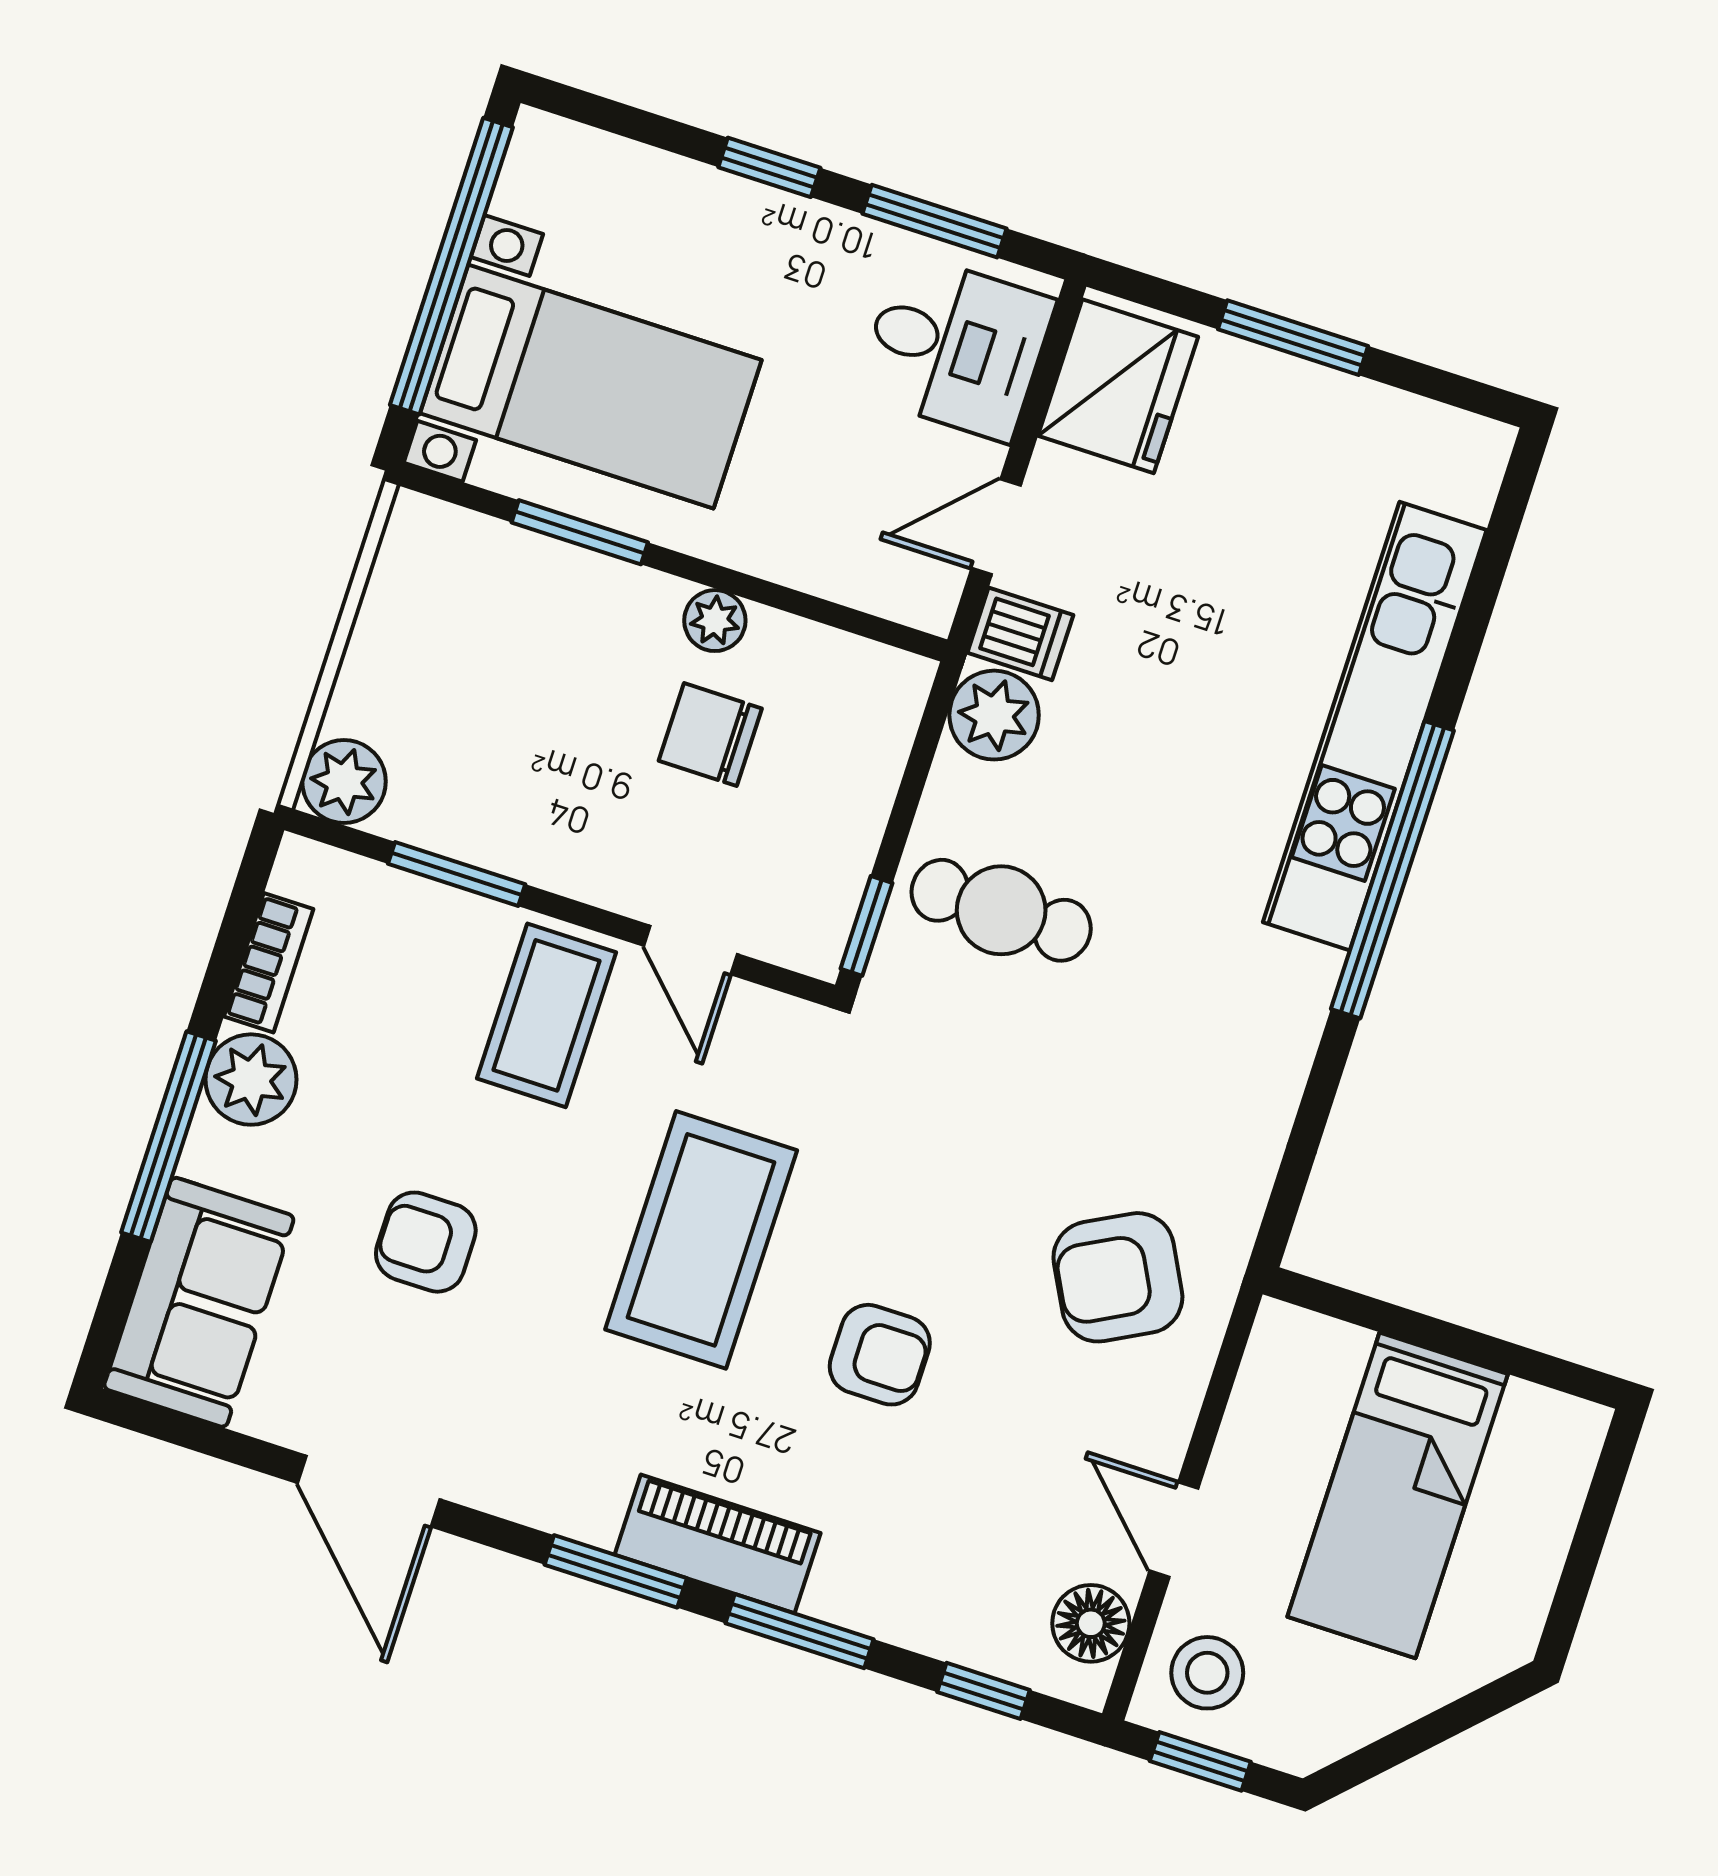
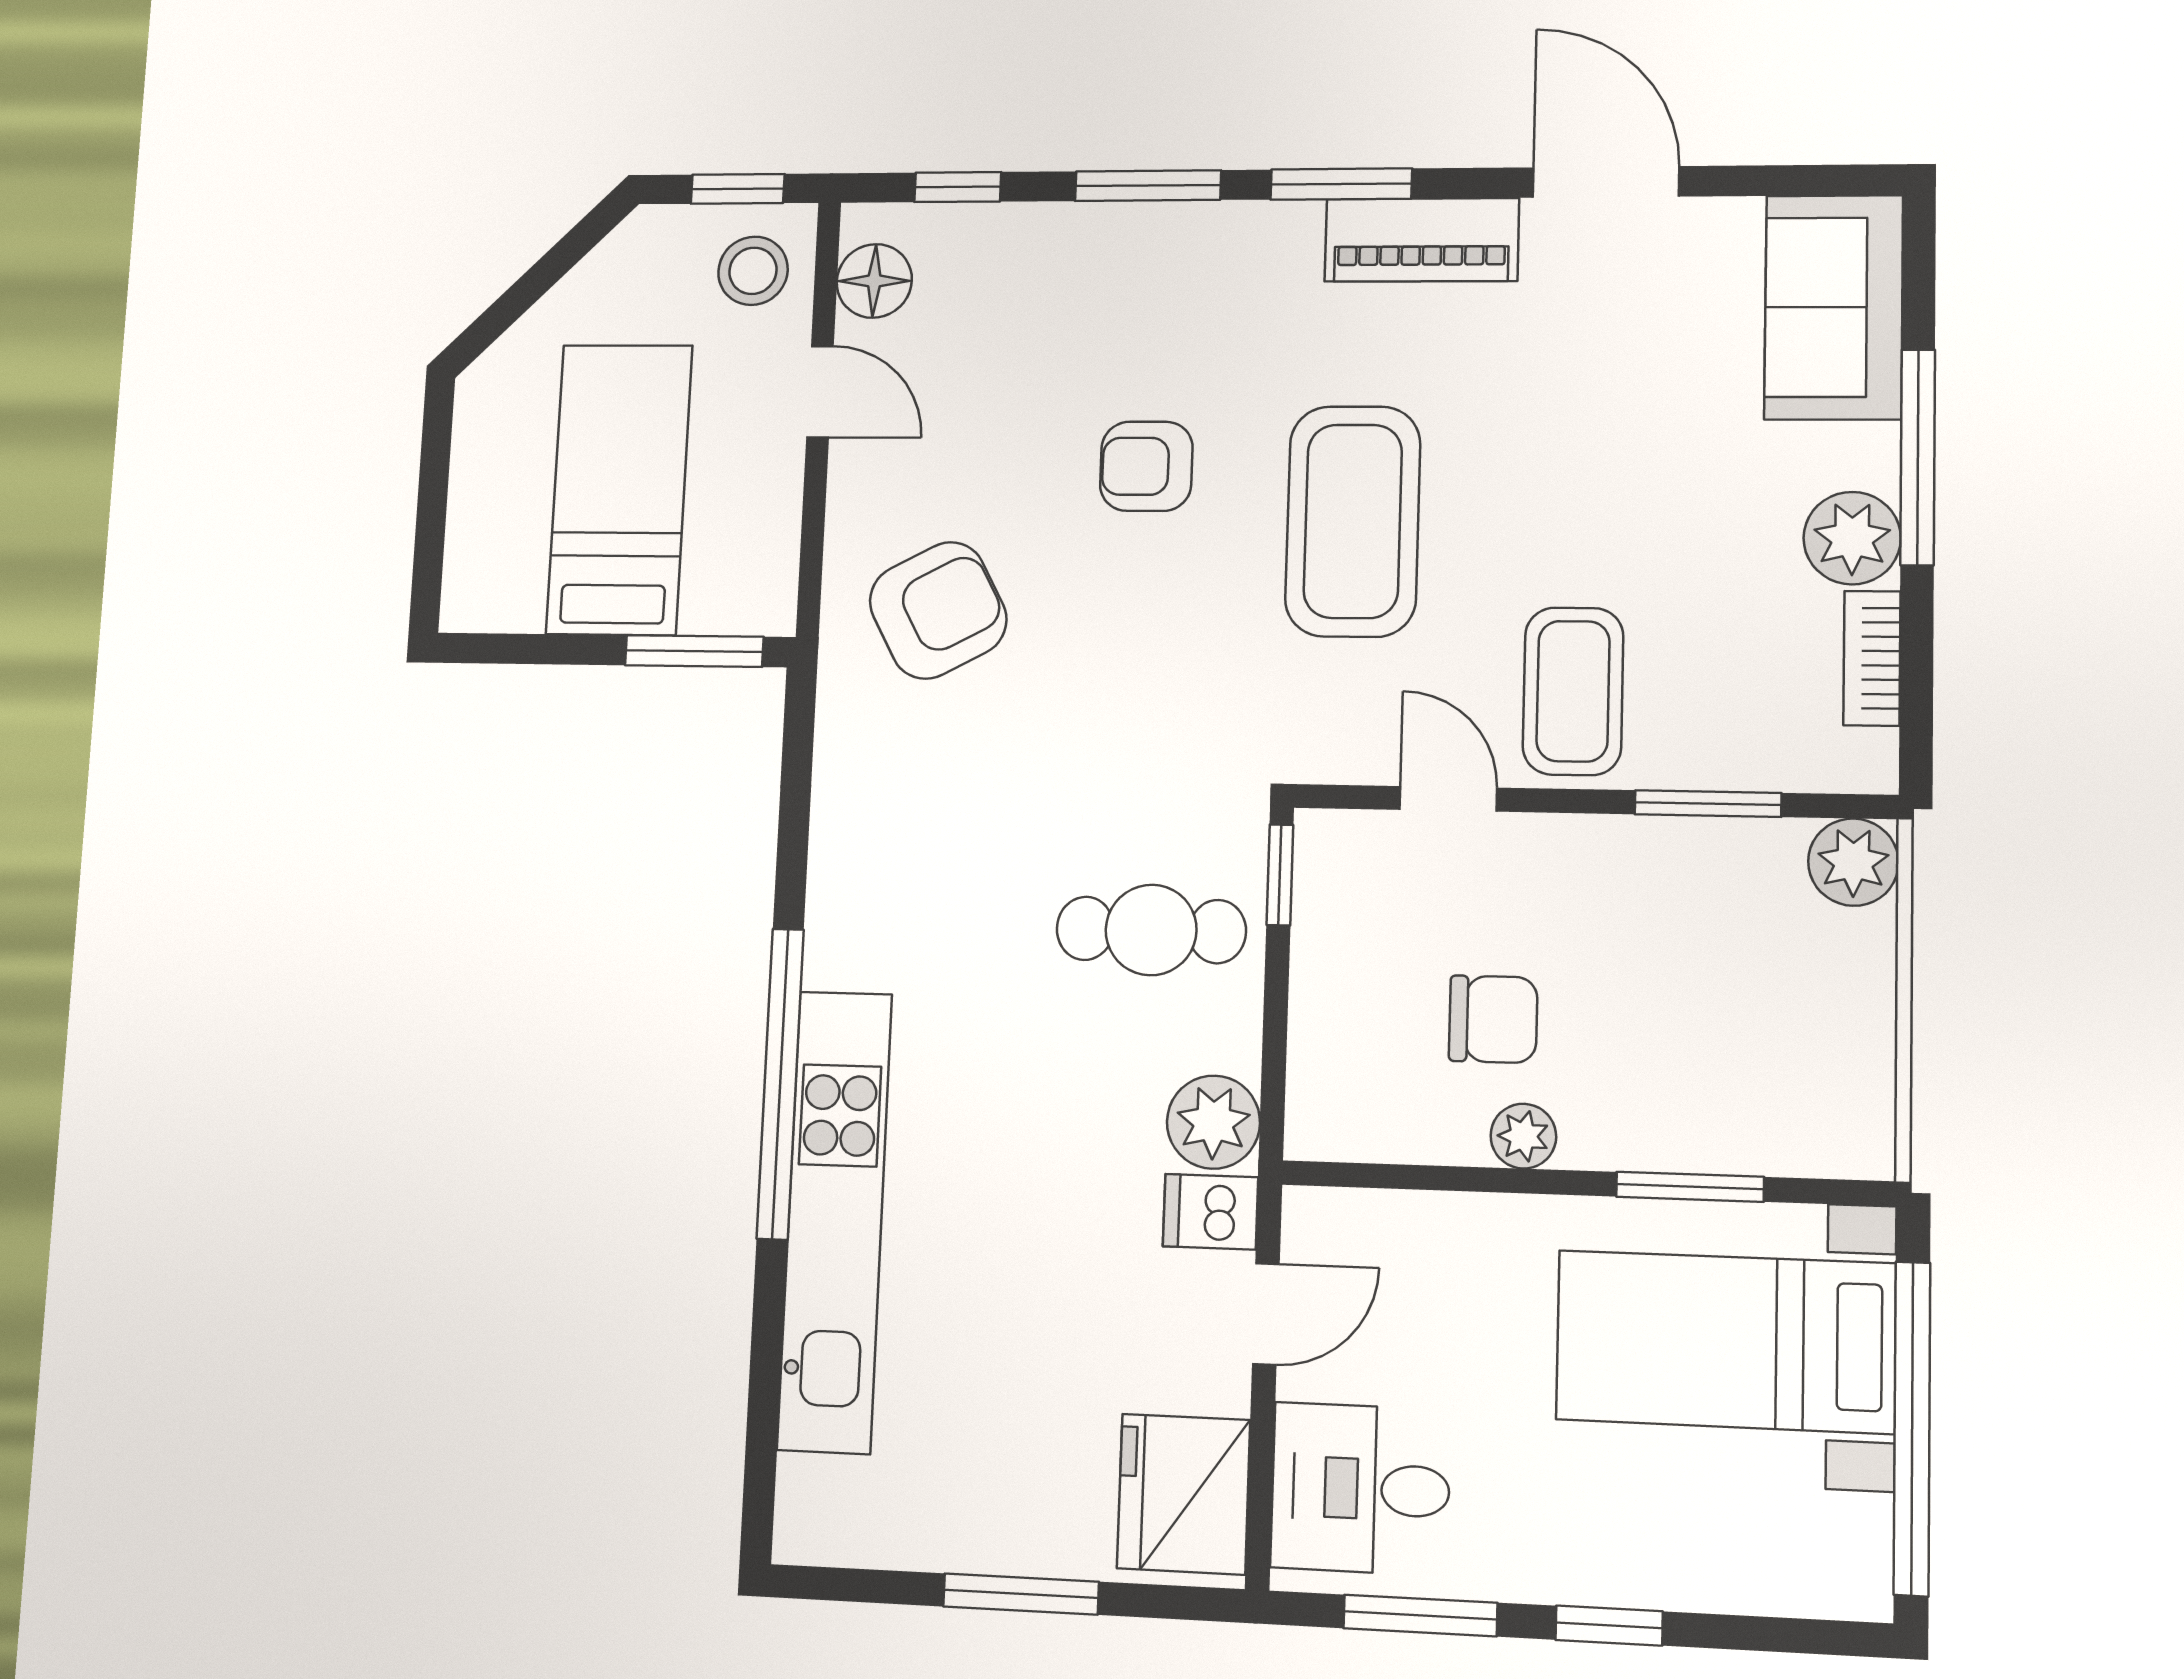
armchair: (426, 1242) -> (1625, 435), removed
window: (1366, 1312) -> (694, 651), added
piano: (718, 1544) -> (1422, 240), moved

